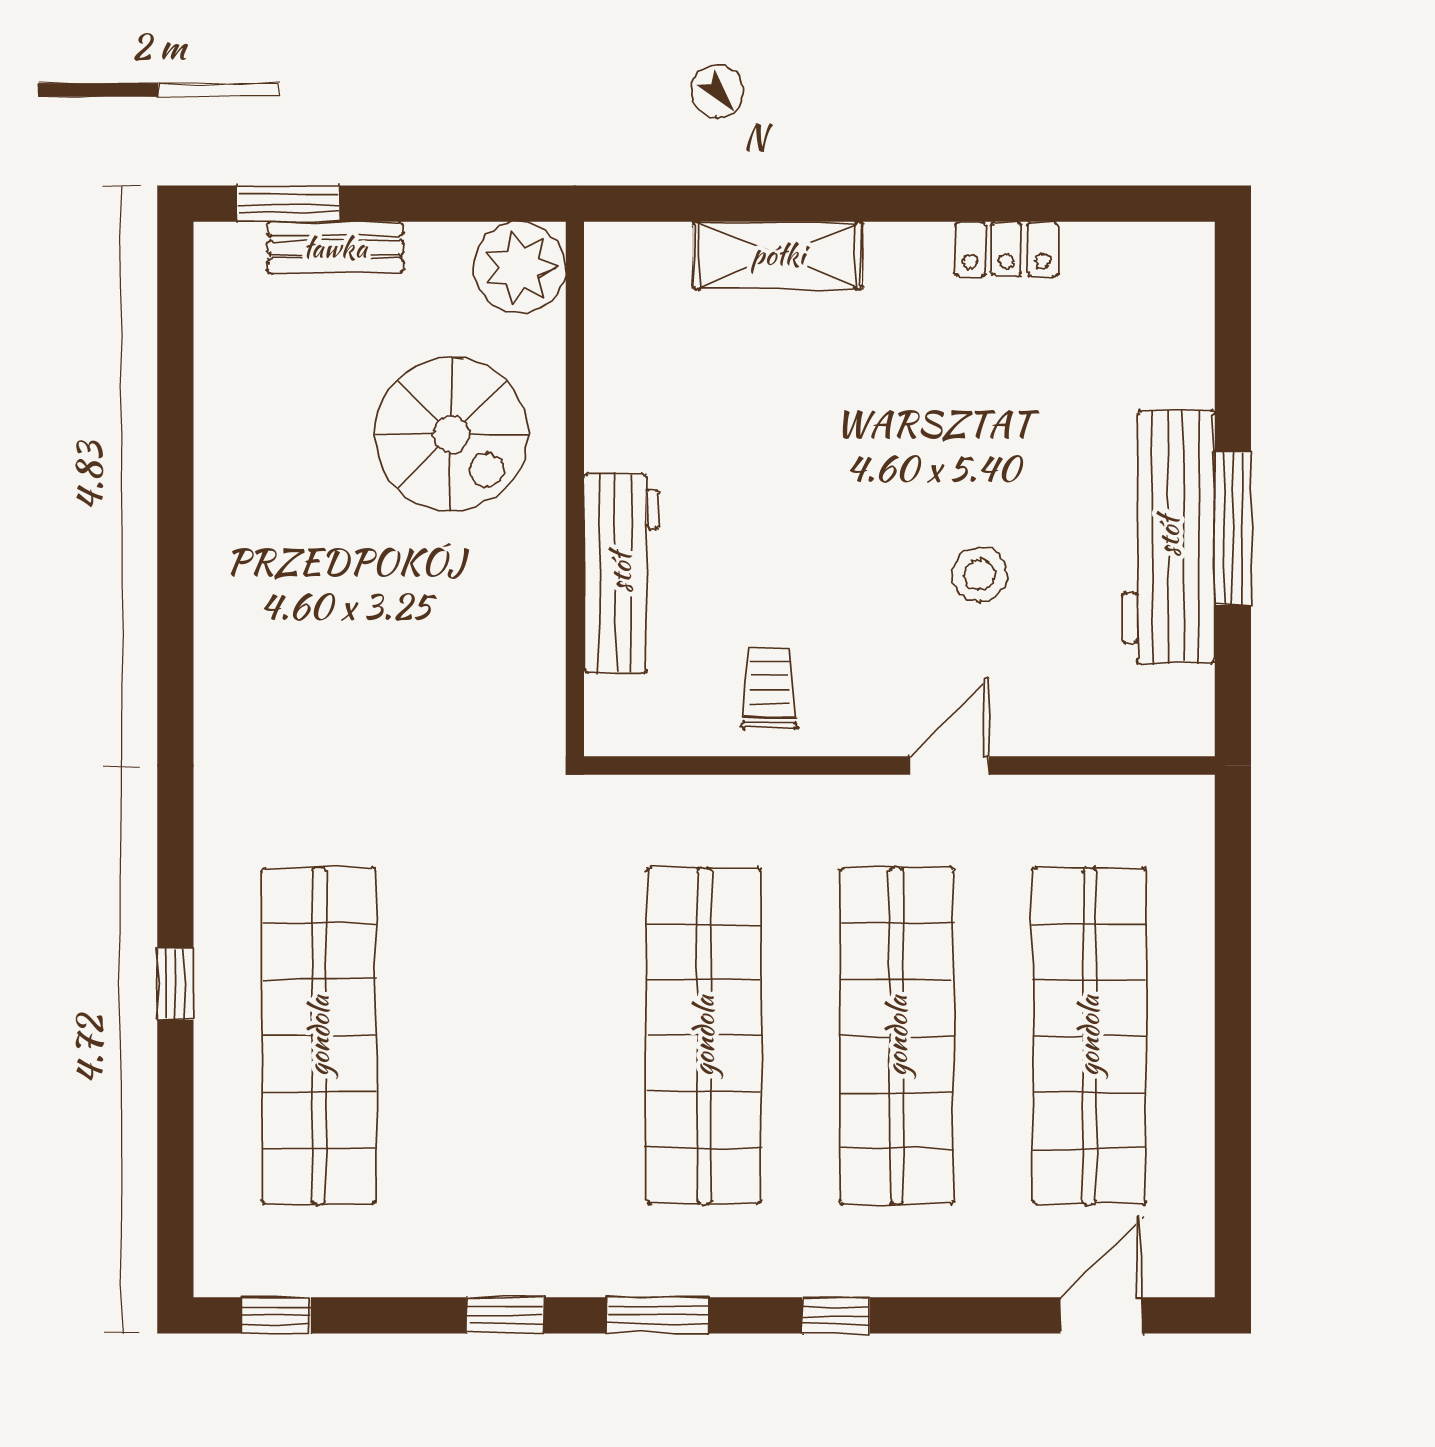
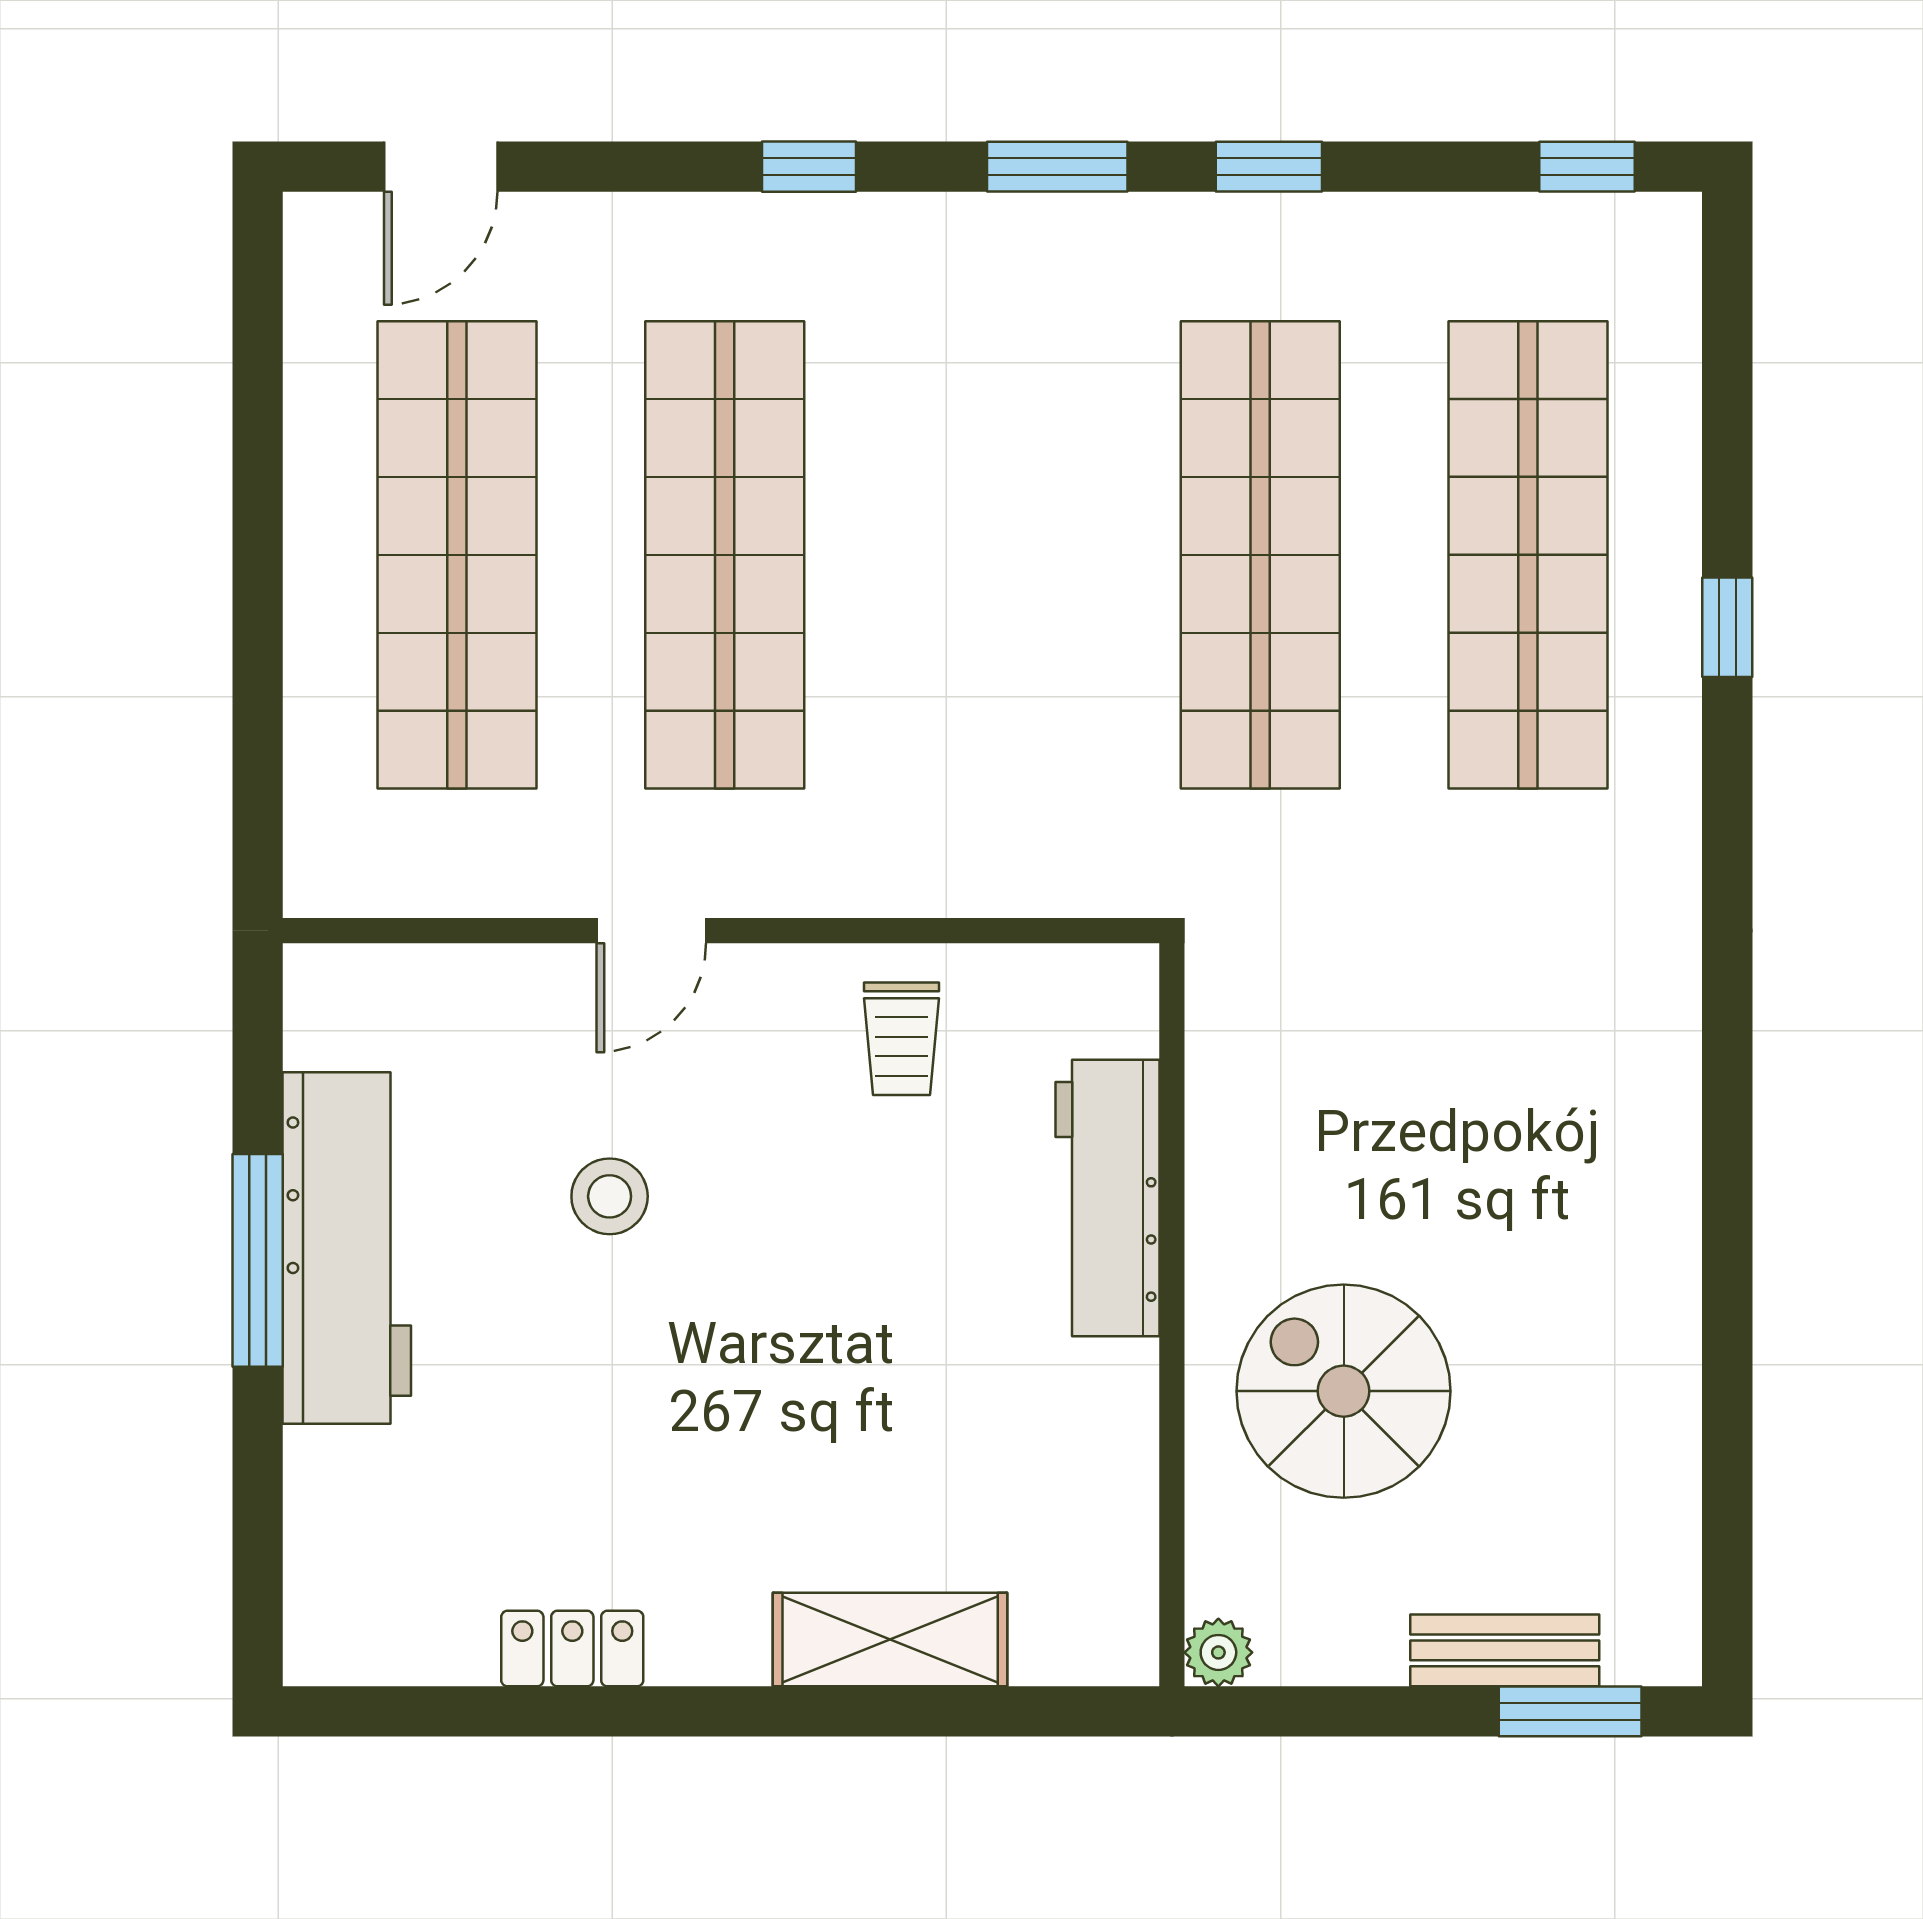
plant: (520, 268) -> (1218, 1652), width x0.53, depth x0.53
shop shelf: (704, 1036) -> (1260, 555), moved

